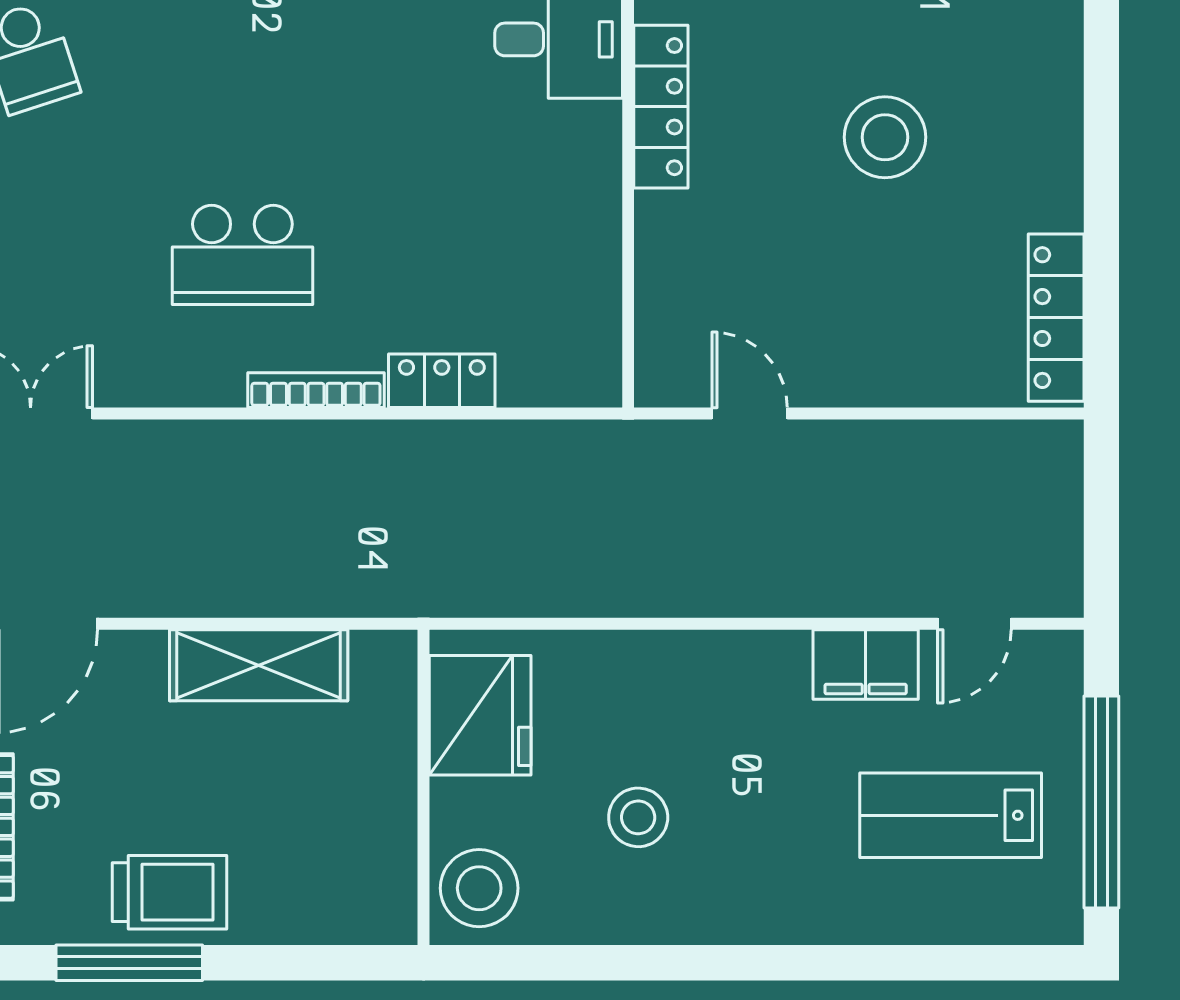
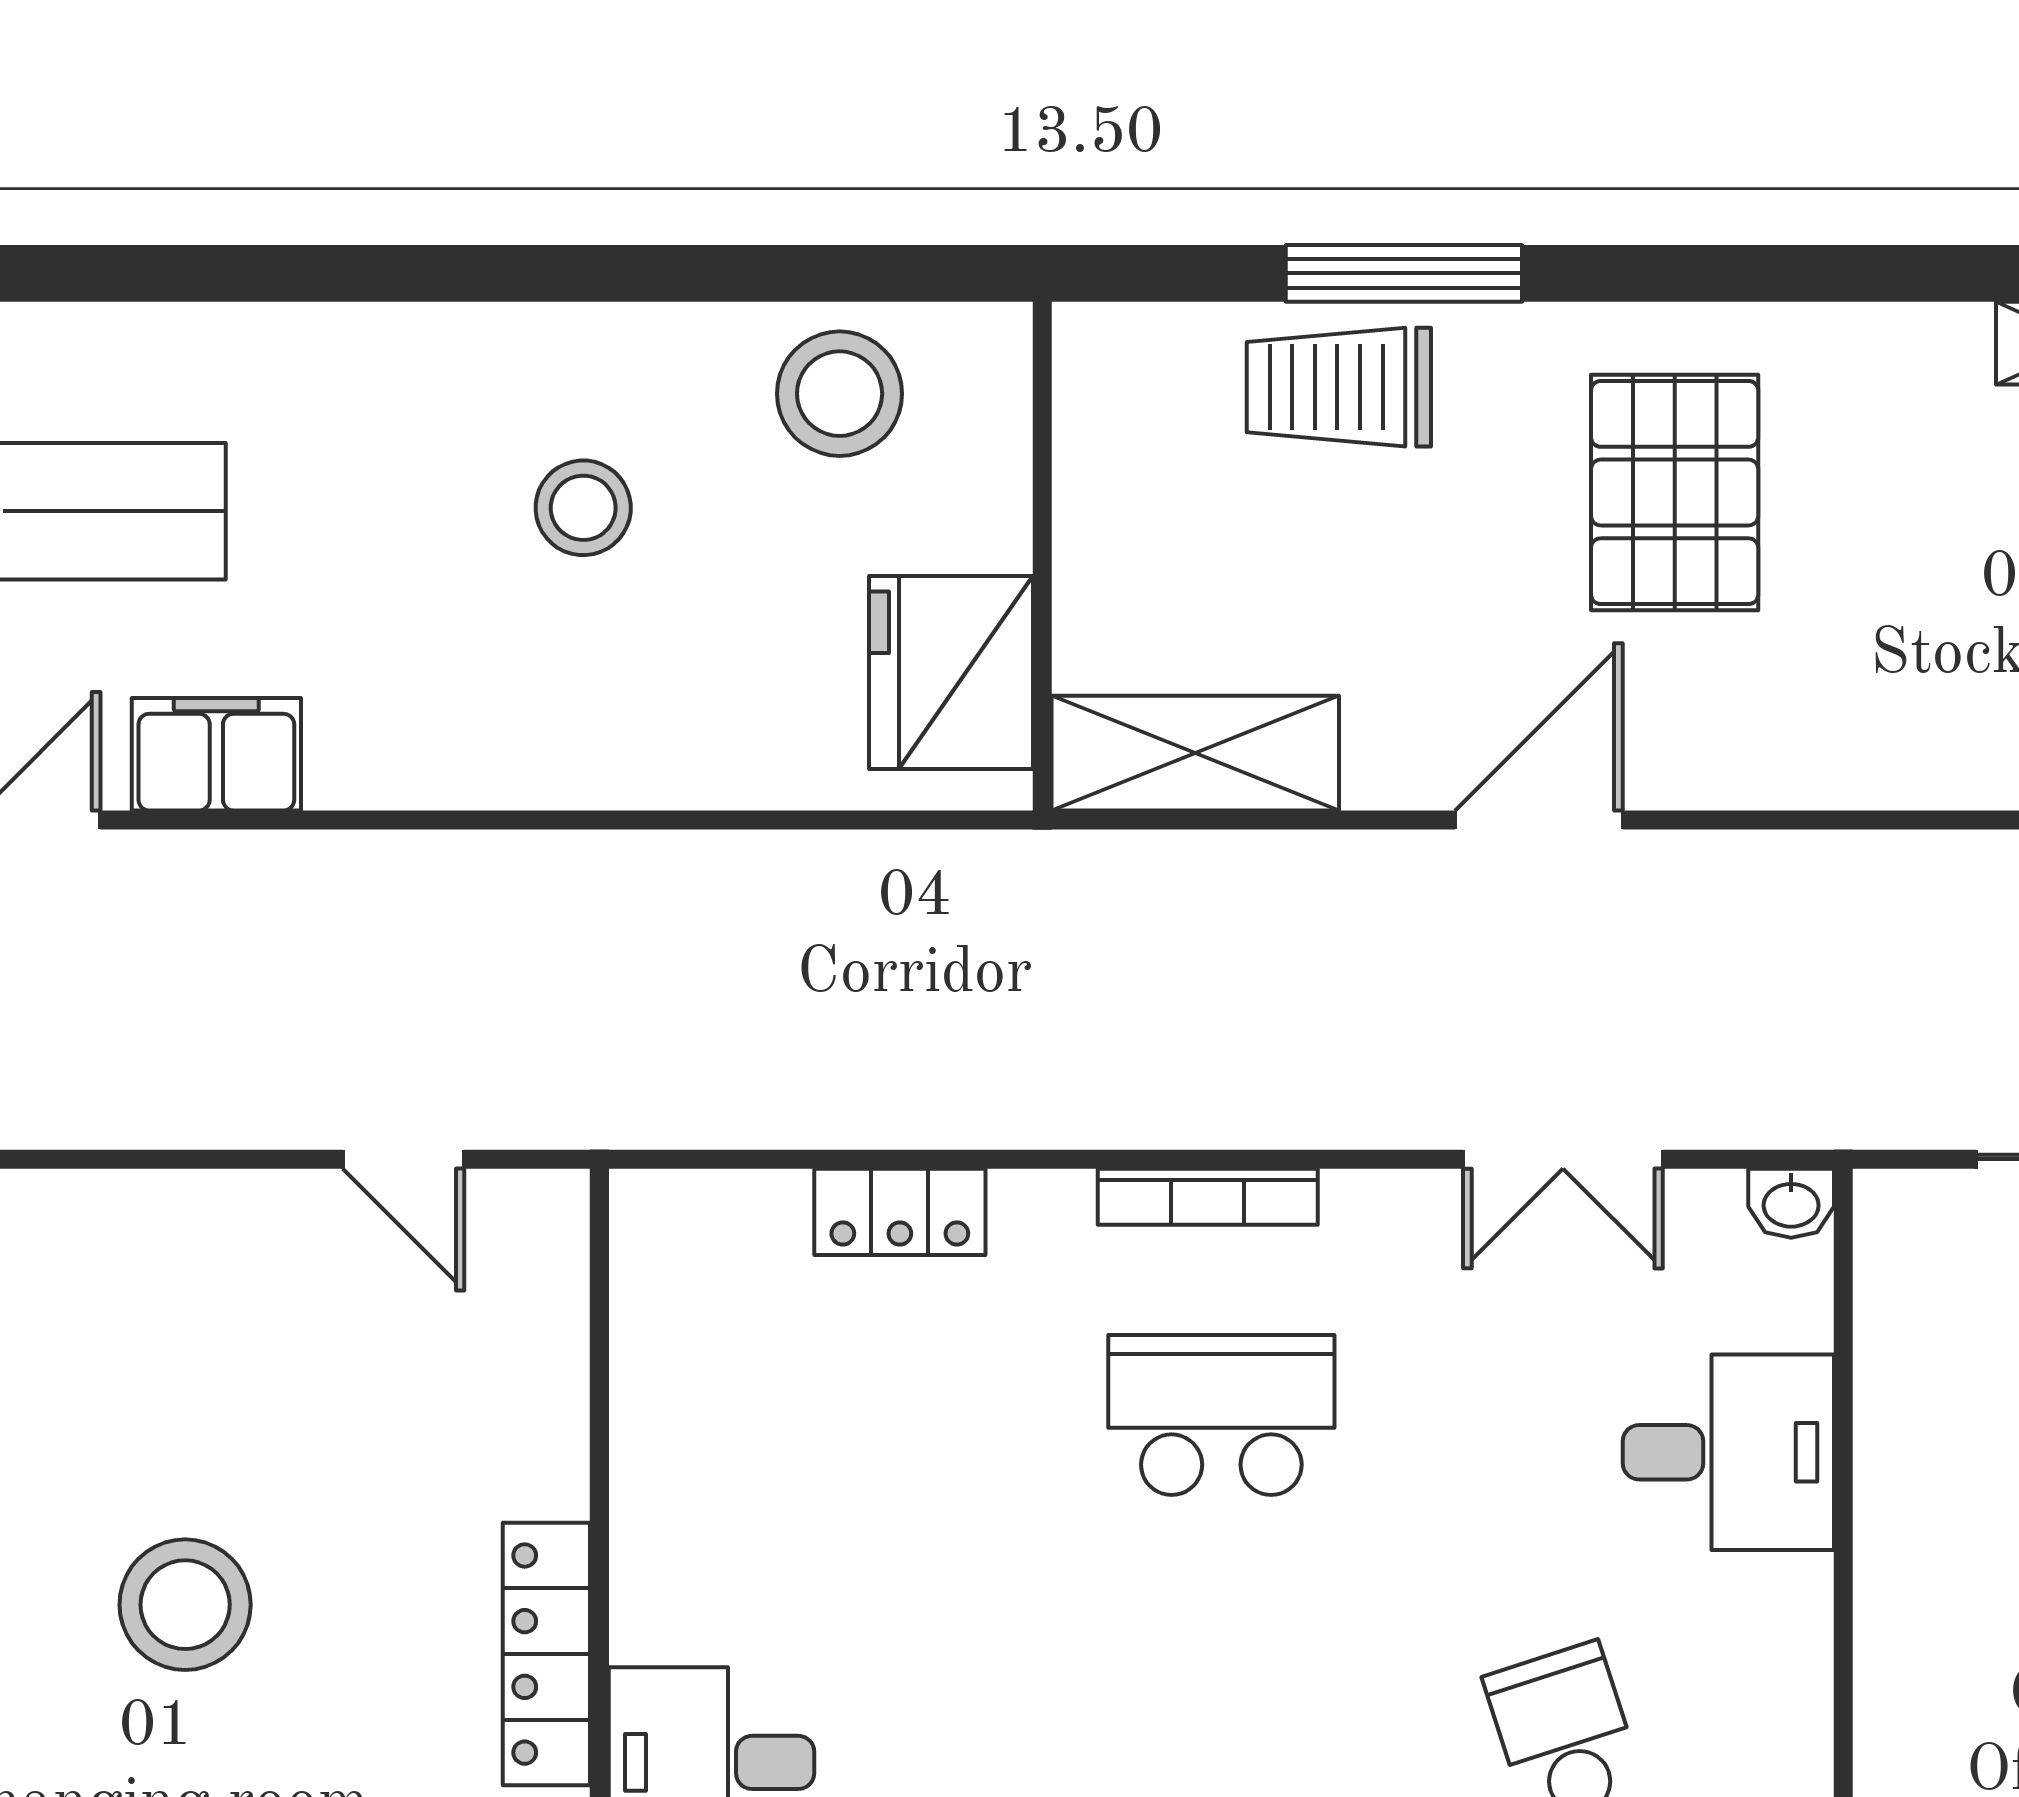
bookcase: (316, 390) -> (1208, 1197), moved
fridge: (480, 715) -> (951, 672), moved
wall: (424, 787) -> (1042, 556), moved

